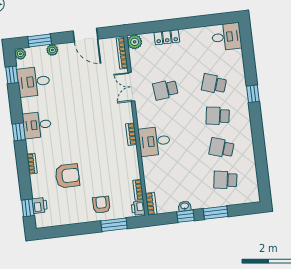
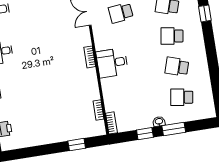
armchair: (67, 176) -> (30, 99), removed
armchair: (101, 205) -> (64, 126), removed
washbasin: (185, 206) -> (159, 122), moved
printer: (138, 208) -> (99, 128), removed
window: (114, 225) -> (77, 145), width x0.67

